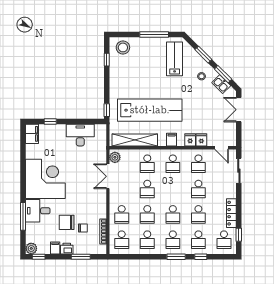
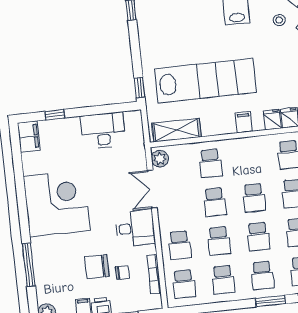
shelving: (135, 140) -> (176, 130), width x0.68
school desk: (173, 164) -> (254, 198), moved
desk: (38, 211) -> (135, 228), moved, turned 180

